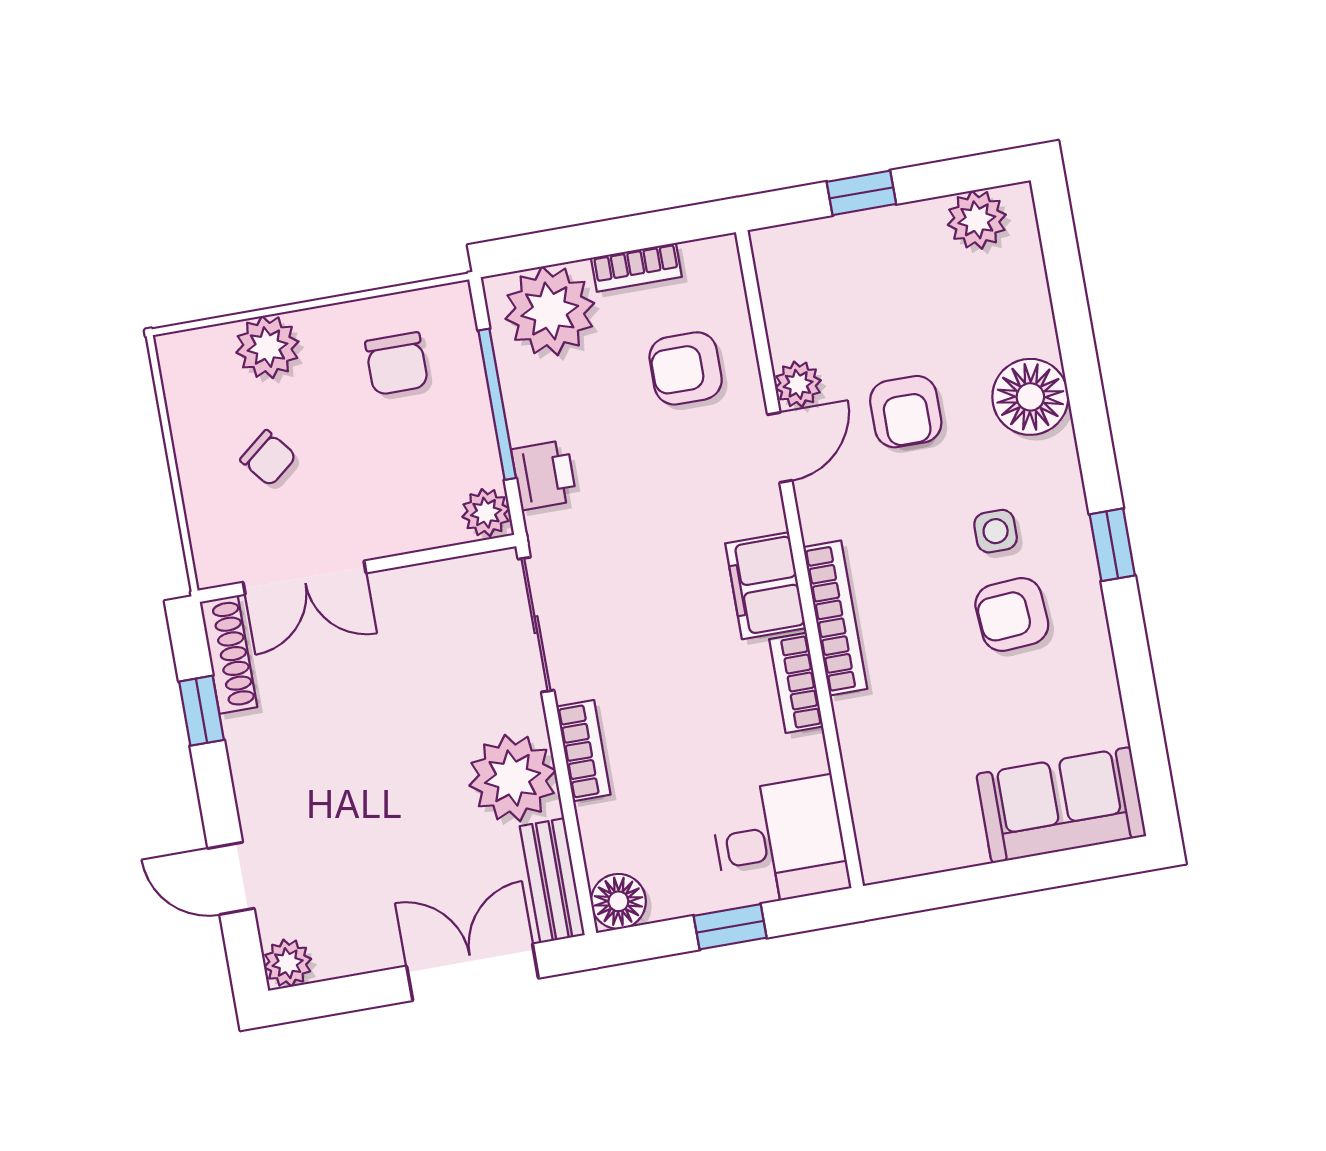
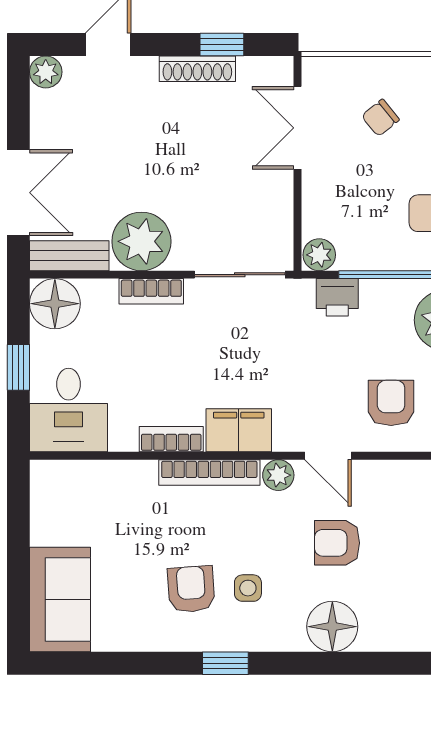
plant: (798, 384) -> (278, 475), moved
shoe rack: (228, 655) -> (197, 69), moved
floor lamp: (618, 901) -> (55, 304), width x1.38, depth x1.38

